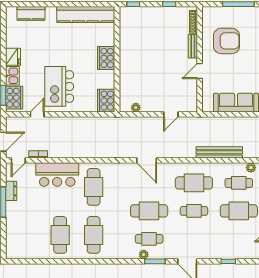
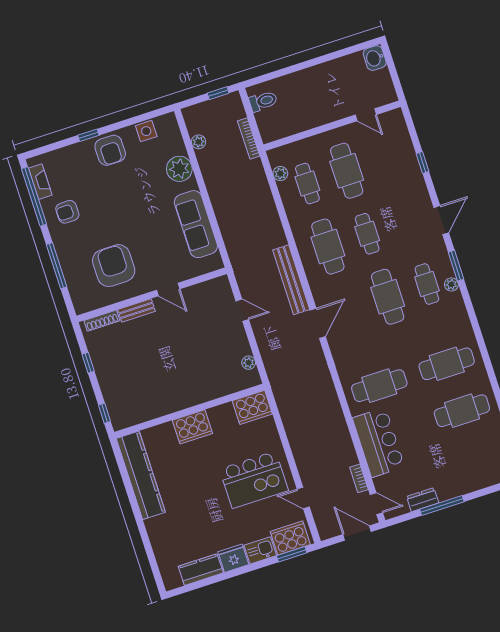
kitchen counter: (31, 13) -> (201, 570), moved, turned -90
bench: (219, 152) -> (291, 280), moved

